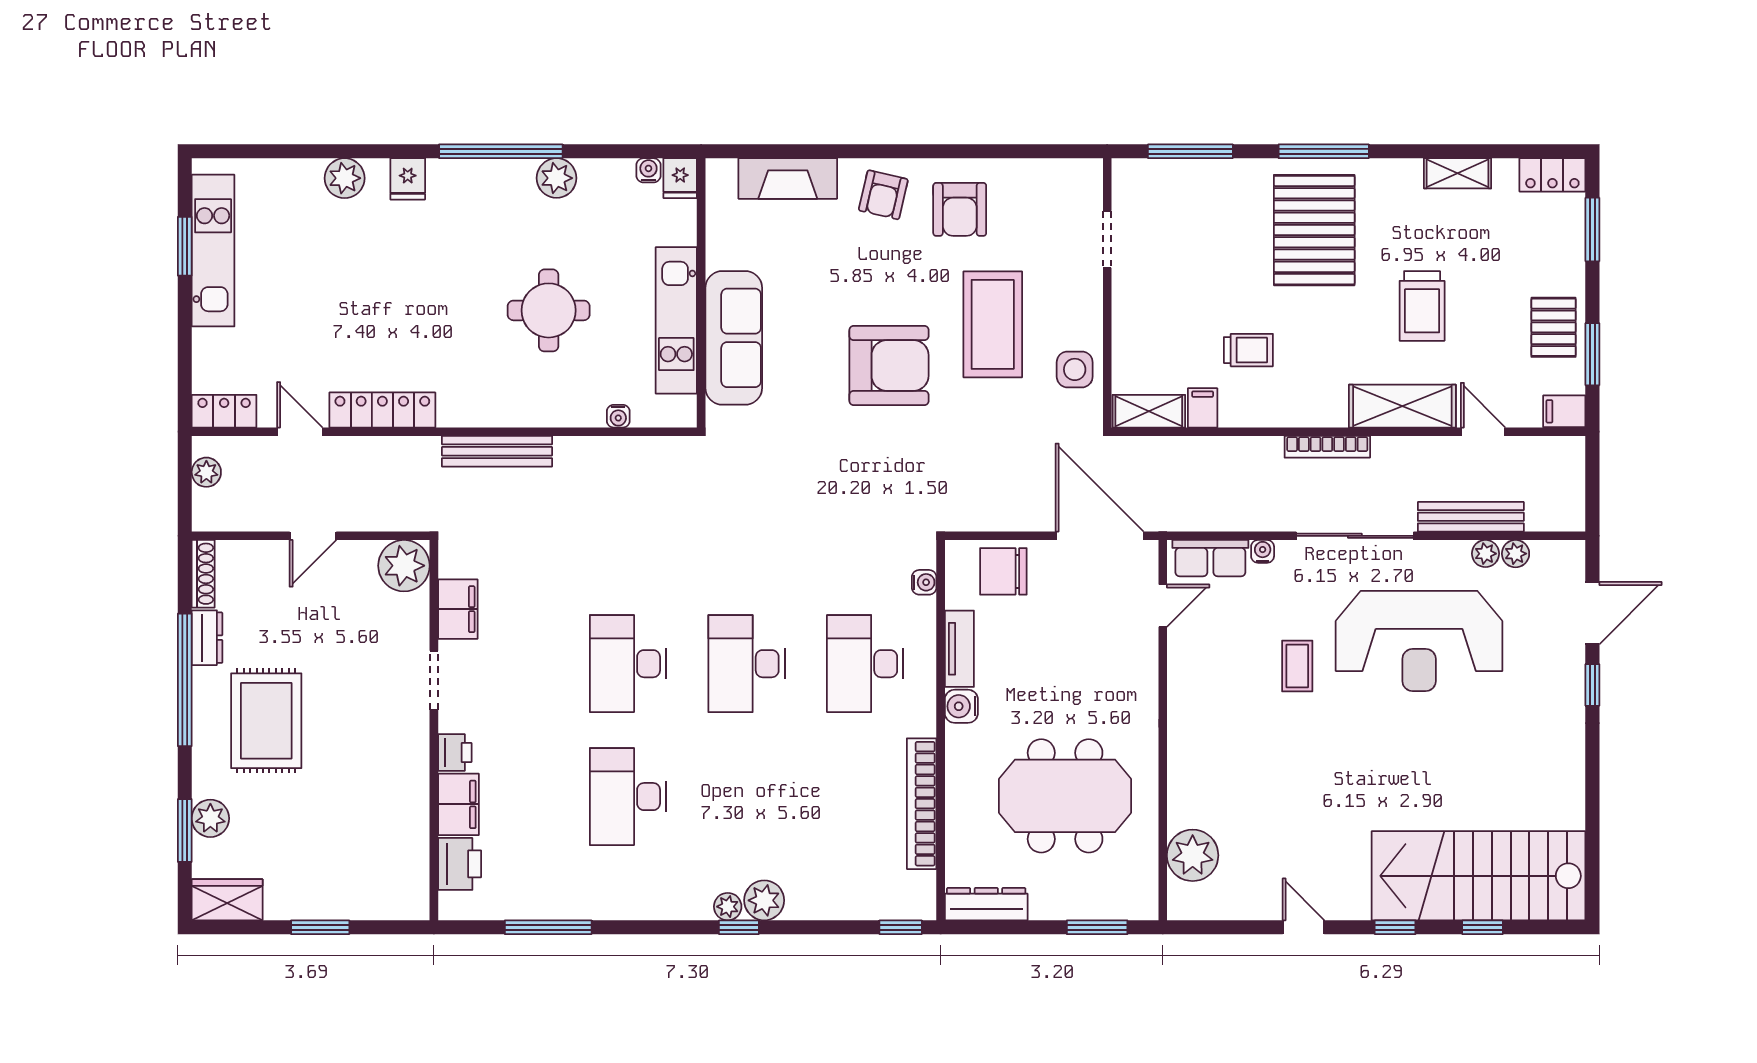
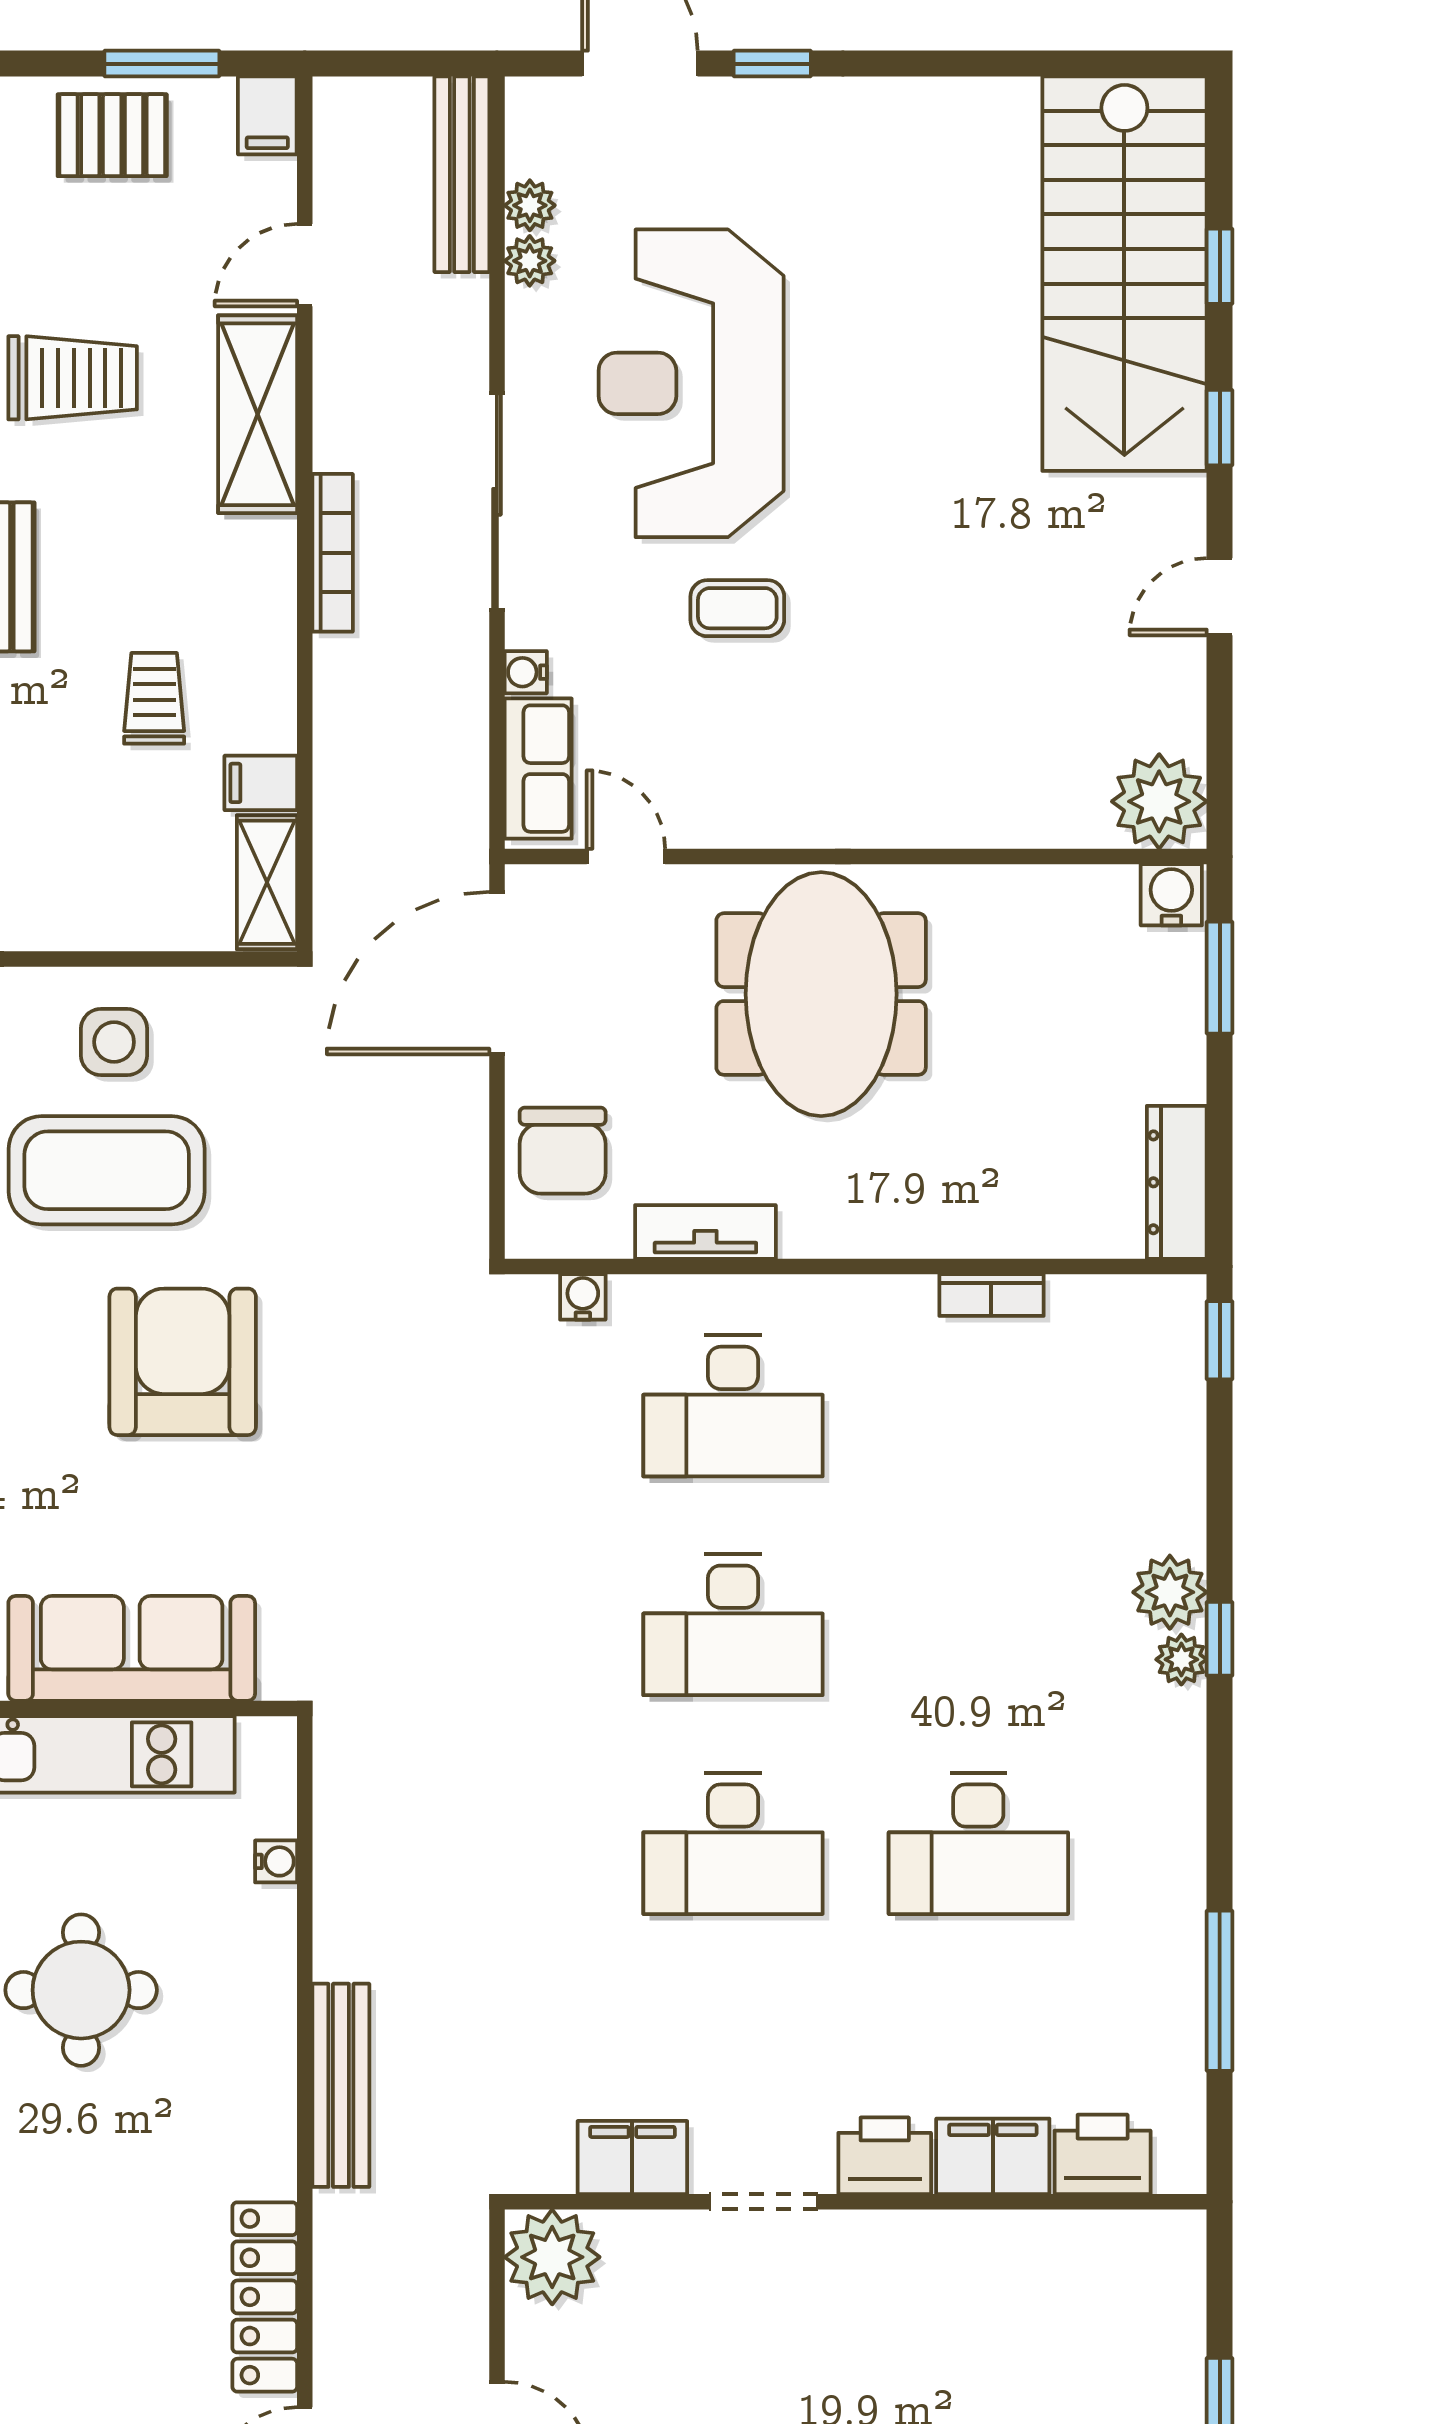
side table: (1075, 369) -> (114, 1042), moved
bench: (1471, 517) -> (462, 174), moved
reception desk: (1419, 641) -> (691, 383), turned 180
water cooler: (961, 706) -> (1171, 895), moved, turned 180
printer: (455, 753) -> (885, 2156), width x1.36, depth x1.24
meeting table: (1065, 796) -> (821, 994), moved
bookcase: (922, 804) -> (991, 1295), width x0.43, depth x0.76
plant: (1193, 855) -> (1159, 801), moved

